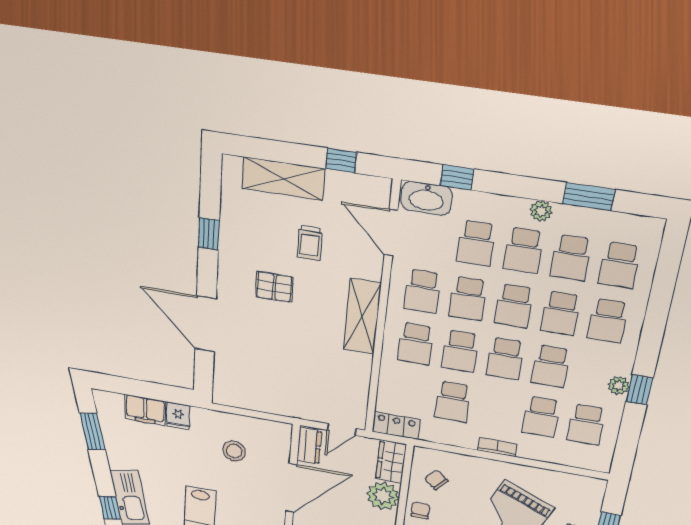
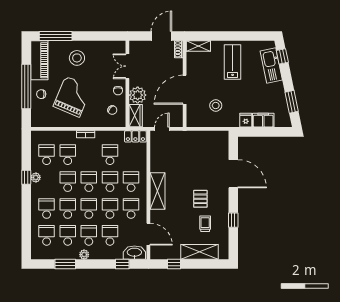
trolley: (310, 243) -> (205, 224), moved
pallet: (274, 287) -> (200, 199), turned 90
dresser: (309, 446) -> (177, 116), removed

